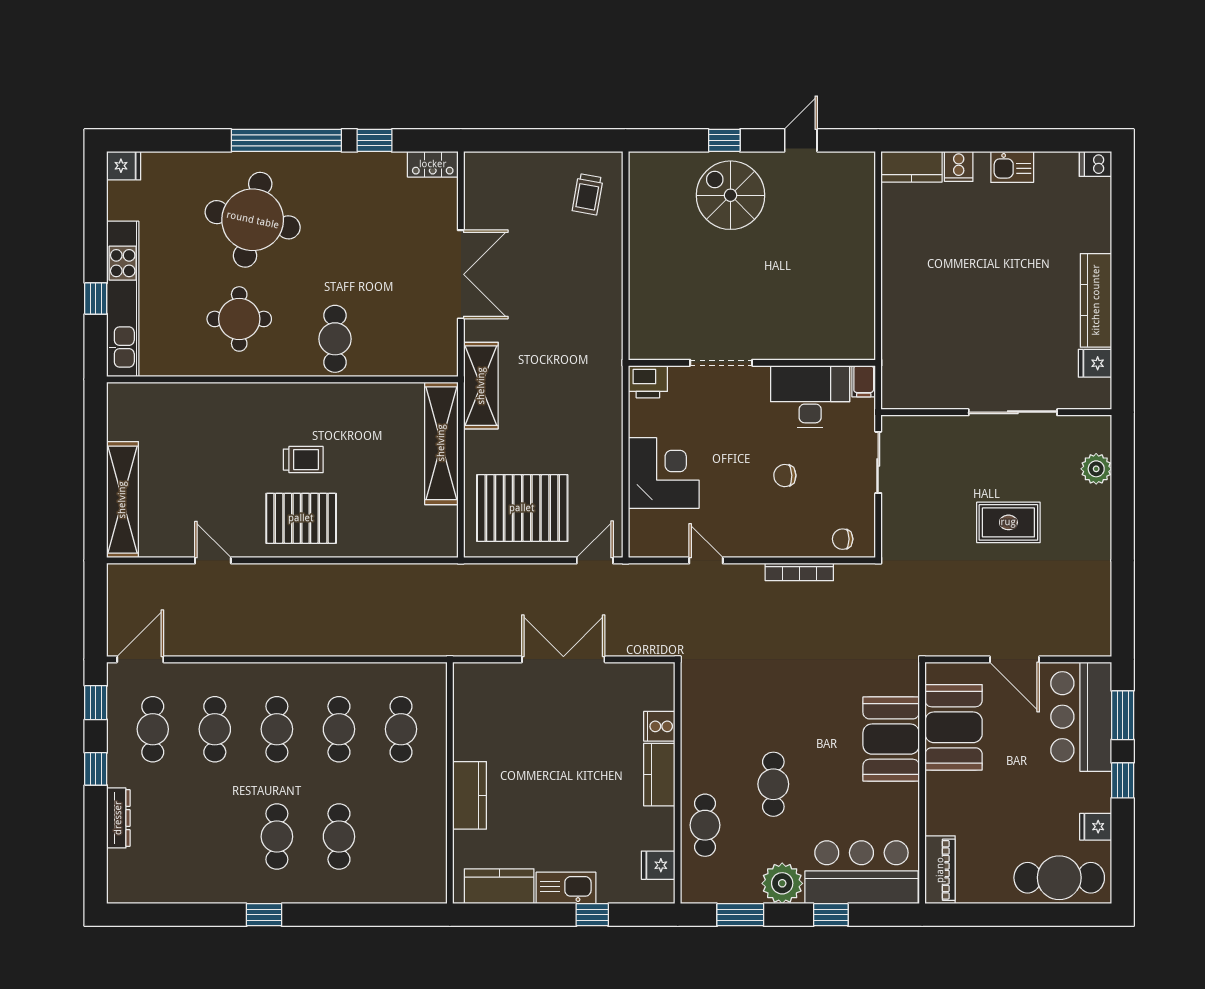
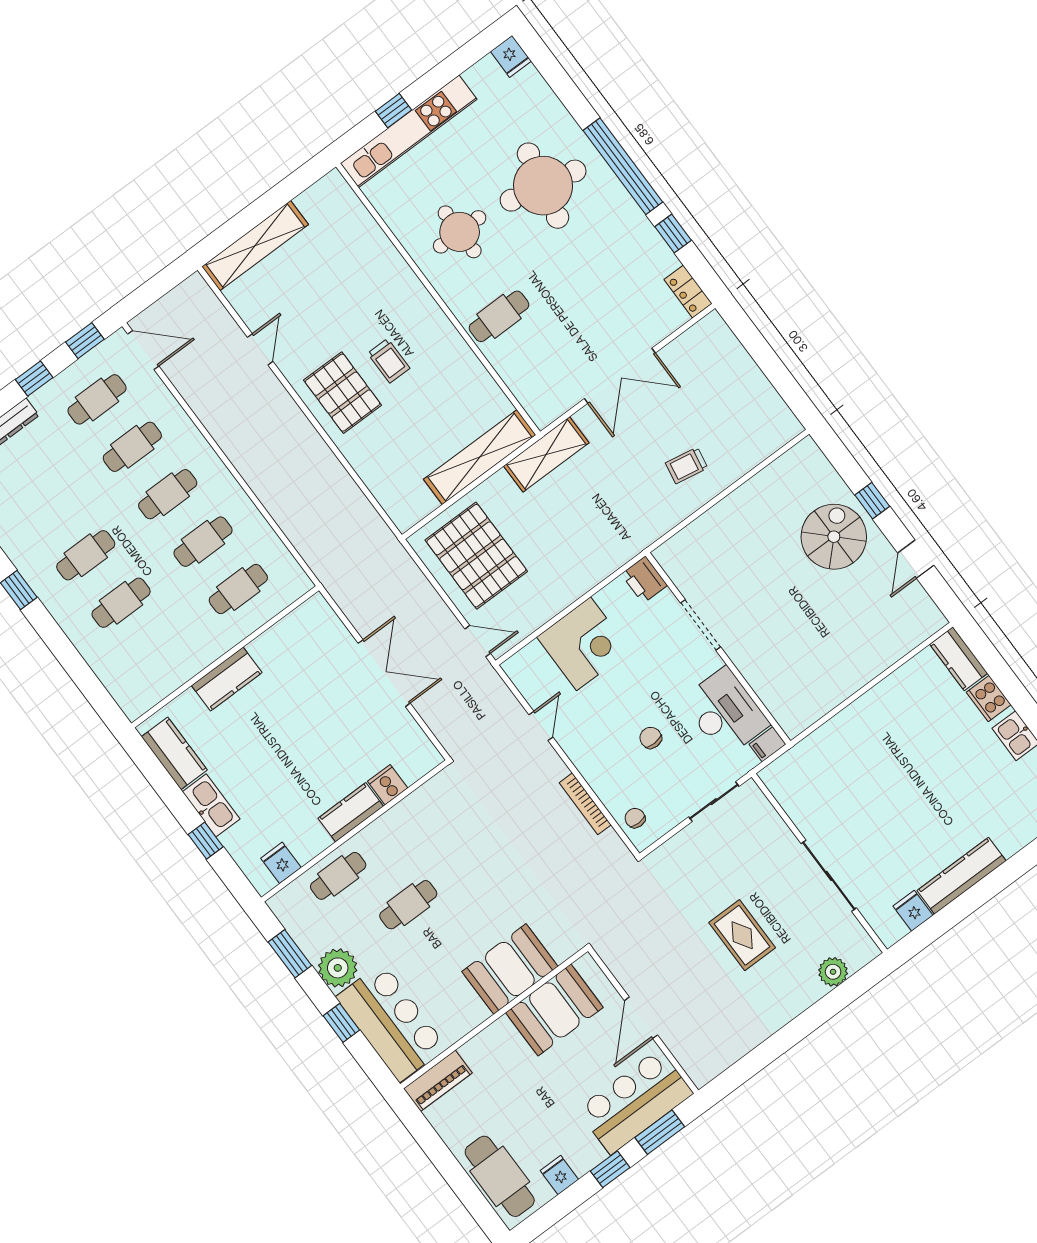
door: (801, 140) -> (916, 559), swing flipped
cooker: (959, 166) -> (989, 698), width x1.36
trolley: (588, 194) -> (686, 465), moved

